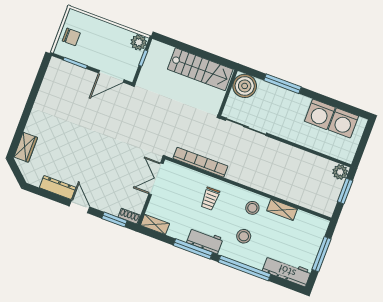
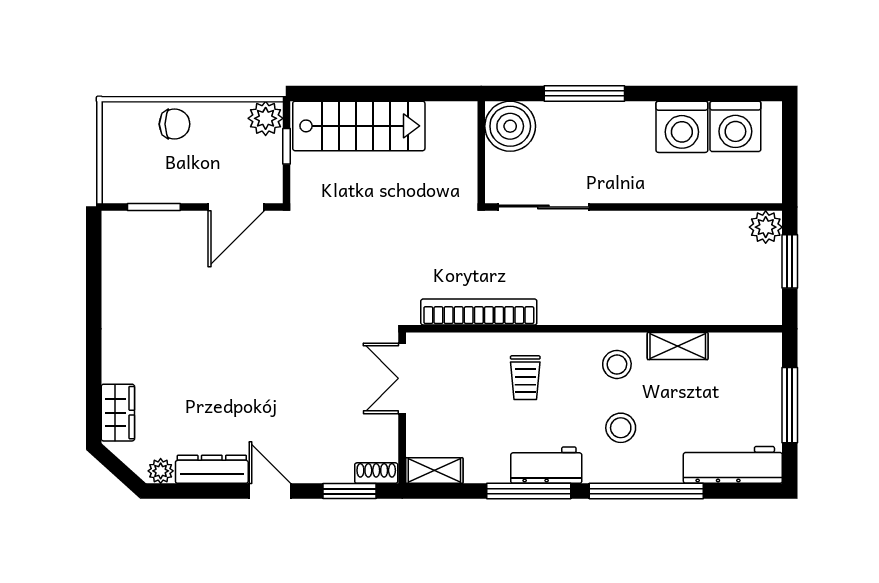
chair: (71, 37) -> (175, 124), moved
stairs: (200, 69) -> (359, 126), moved
plant: (35, 180) -> (161, 471), added

